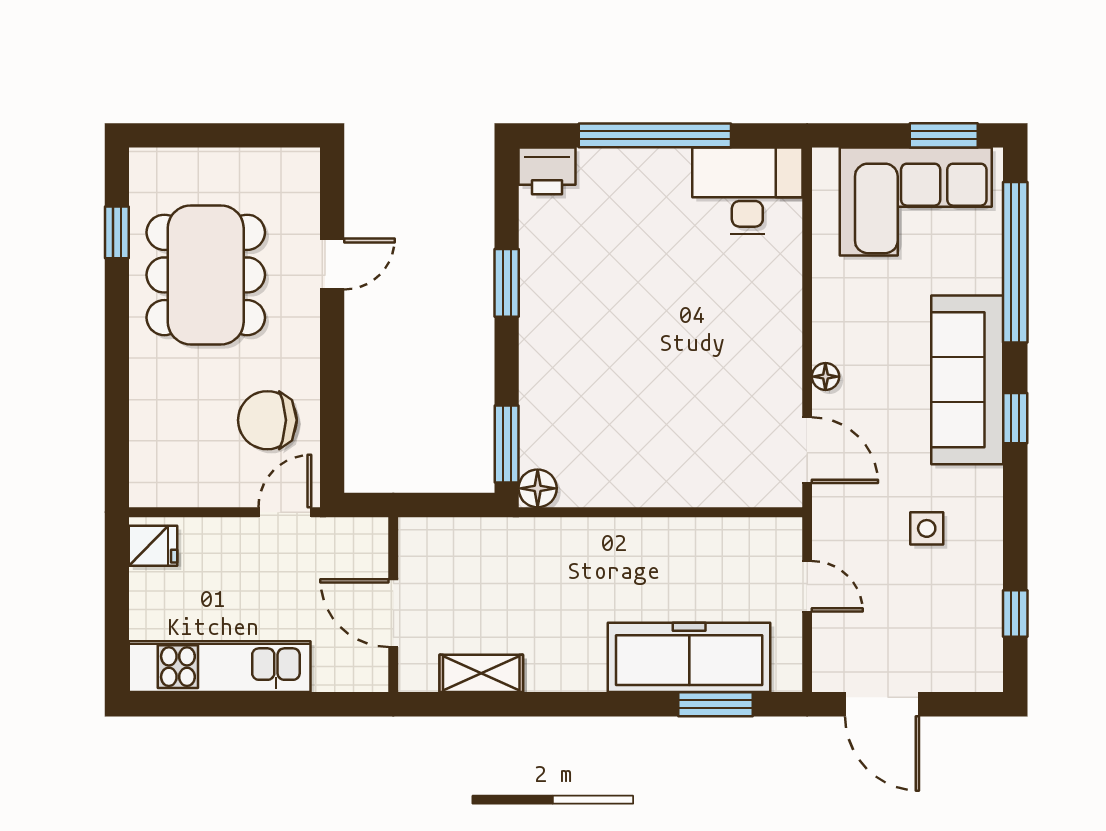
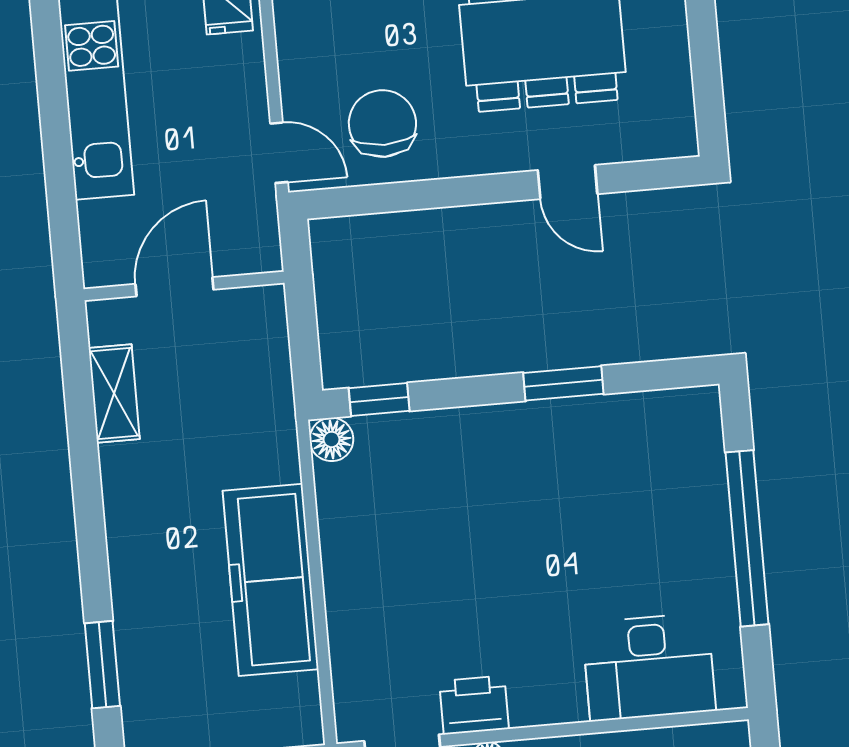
printer: (547, 171) -> (474, 705), moved, turned 90
desk: (747, 191) -> (649, 667), moved, turned 90
window: (507, 444) -> (379, 399), width x0.67
freezer: (689, 657) -> (271, 580), moved, turned 180

